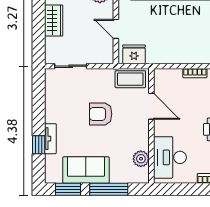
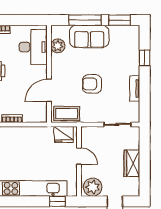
door: (151, 106) -> (49, 90), hinge flipped
armchair: (101, 114) -> (92, 84), turned 180
tv unit: (50, 139) -> (135, 88), moved
sofa: (86, 170) -> (89, 36), moved

